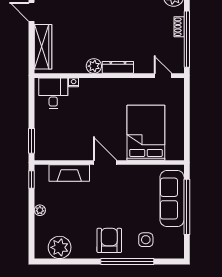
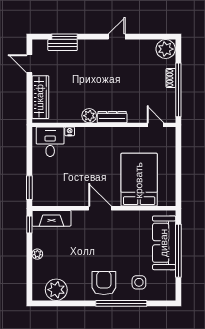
fireplace: (69, 173) -> (51, 218), moved

